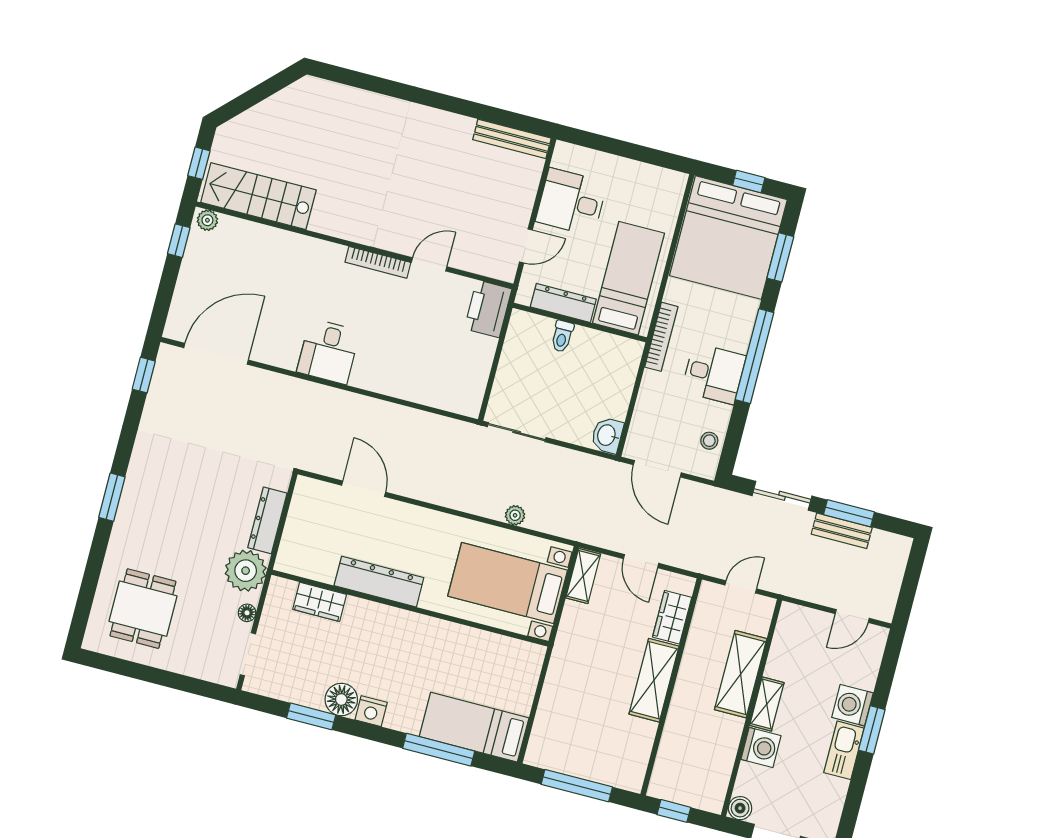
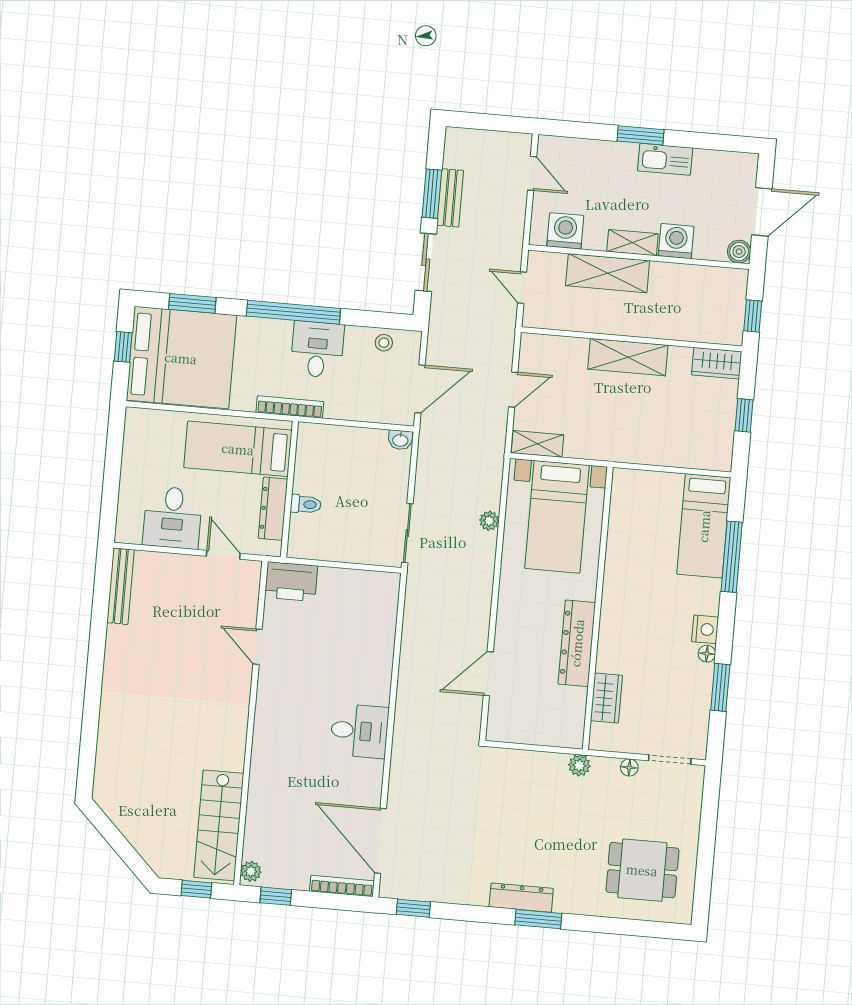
bookcase: (378, 262) -> (342, 886), moved, turned -90
washbasin: (607, 435) -> (400, 440), width x0.72, depth x0.69
dresser: (267, 520) -> (521, 898), moved, turned 180
plant: (246, 571) -> (579, 765), width x0.53, depth x0.53
wardrobe: (672, 617) -> (717, 363), moved
floor lamp: (341, 699) -> (707, 654), width x0.53, depth x0.53
washing machine: (852, 705) -> (565, 231), moved, turned 180
window: (577, 786) -> (744, 415), width x0.46

